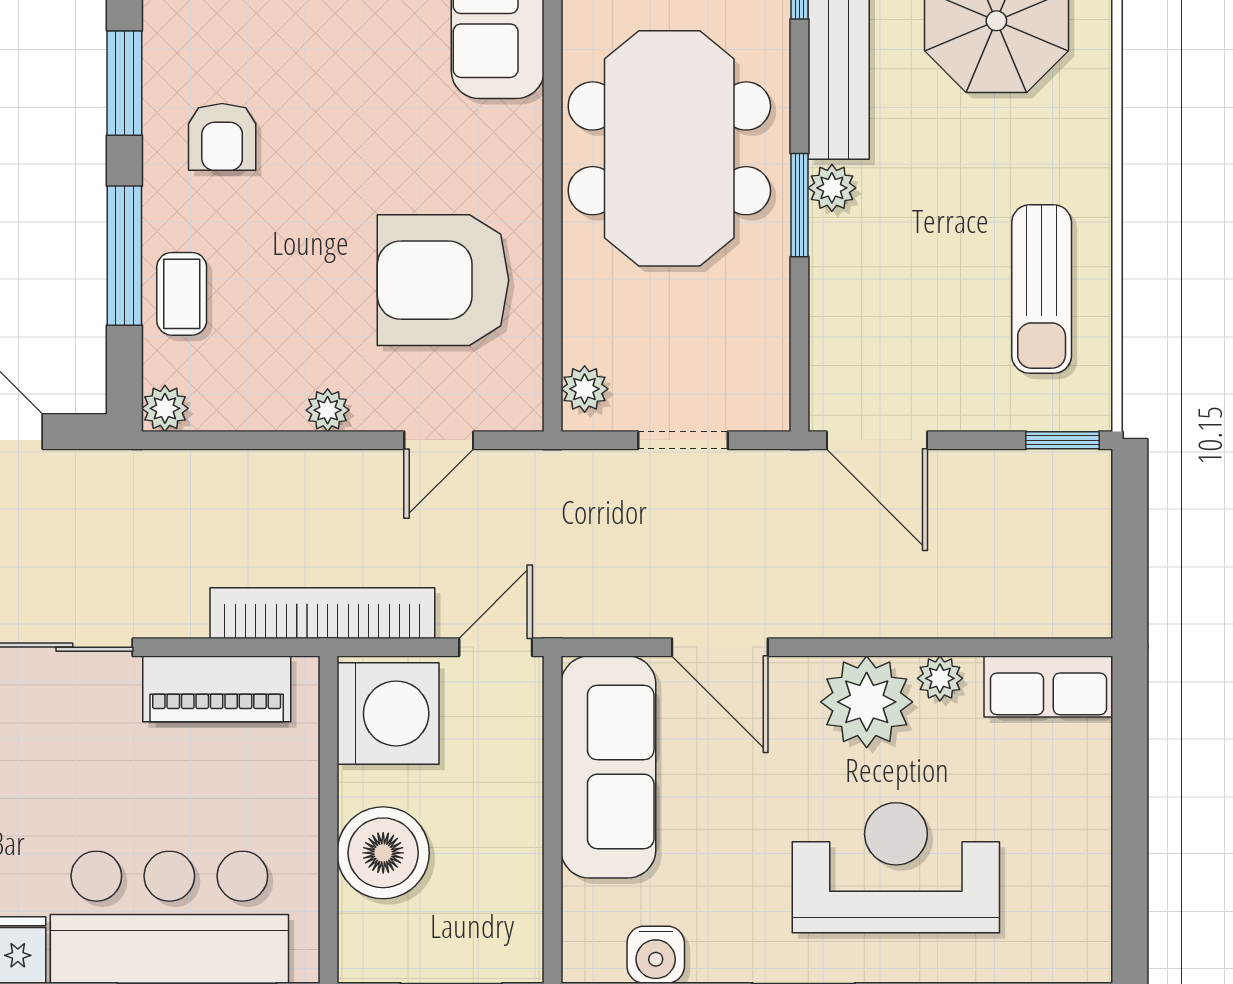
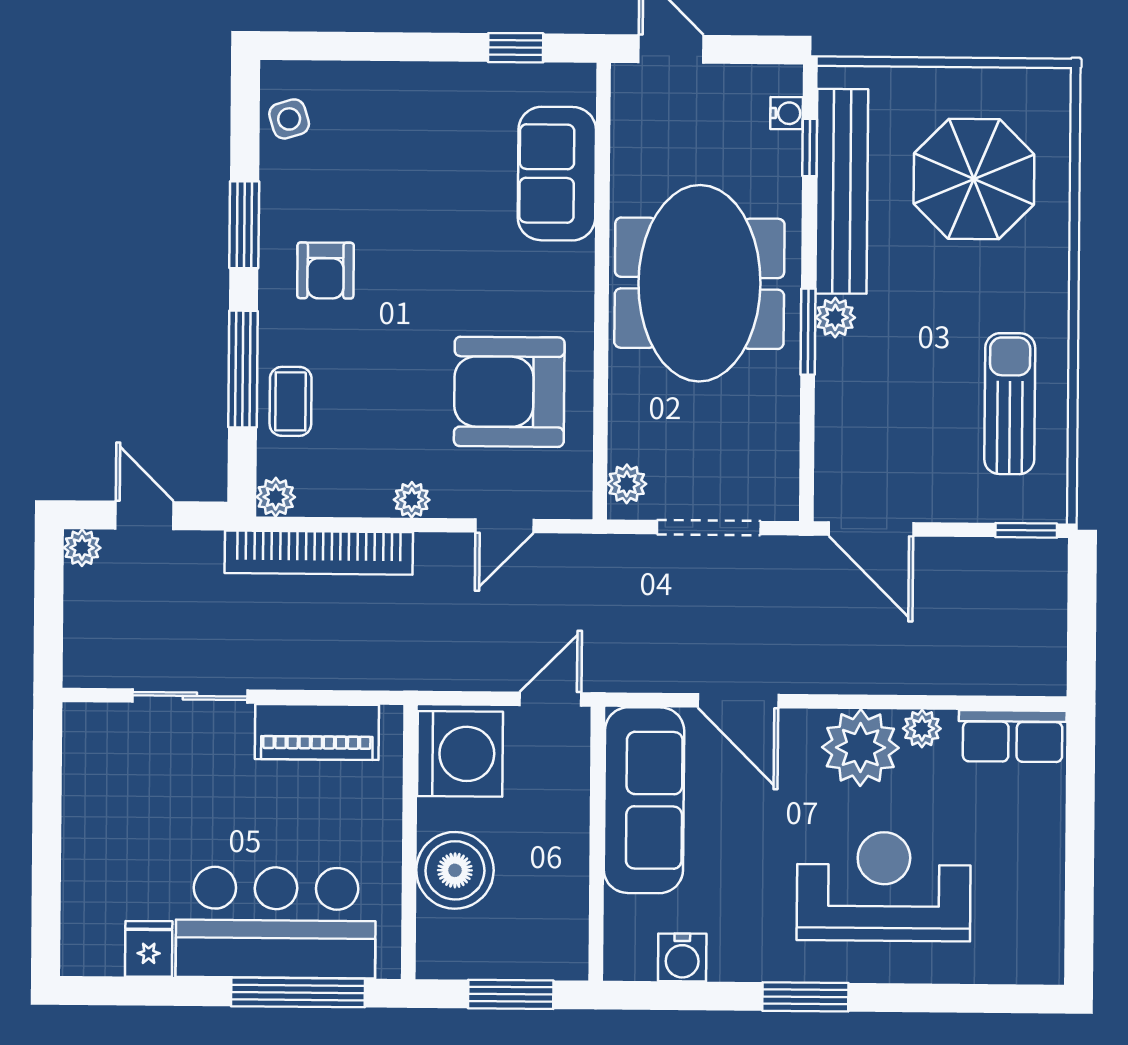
sun lounger: (1042, 289) -> (1010, 404), turned 180
doorway: (683, 440) -> (709, 528), width x1.38
bookcase: (322, 613) -> (319, 553), moved, turned 180

